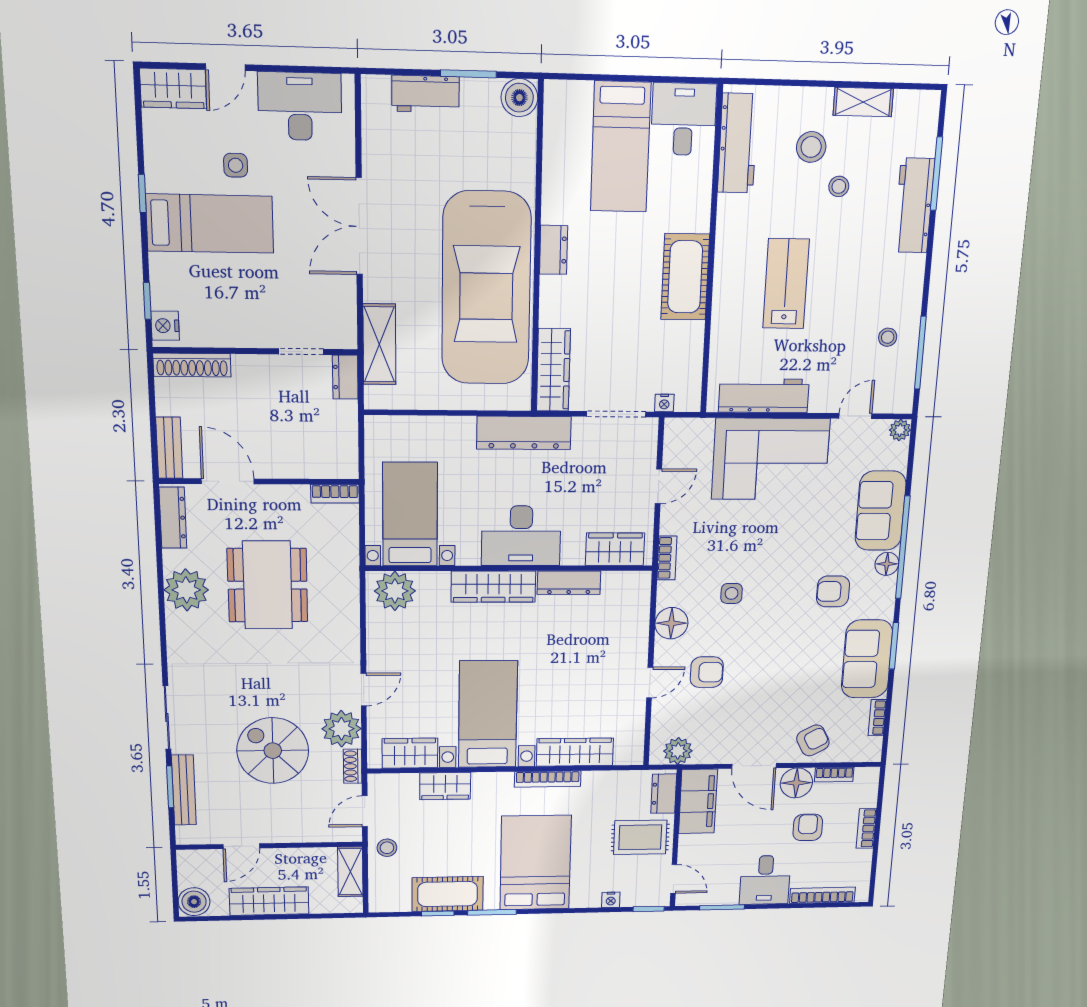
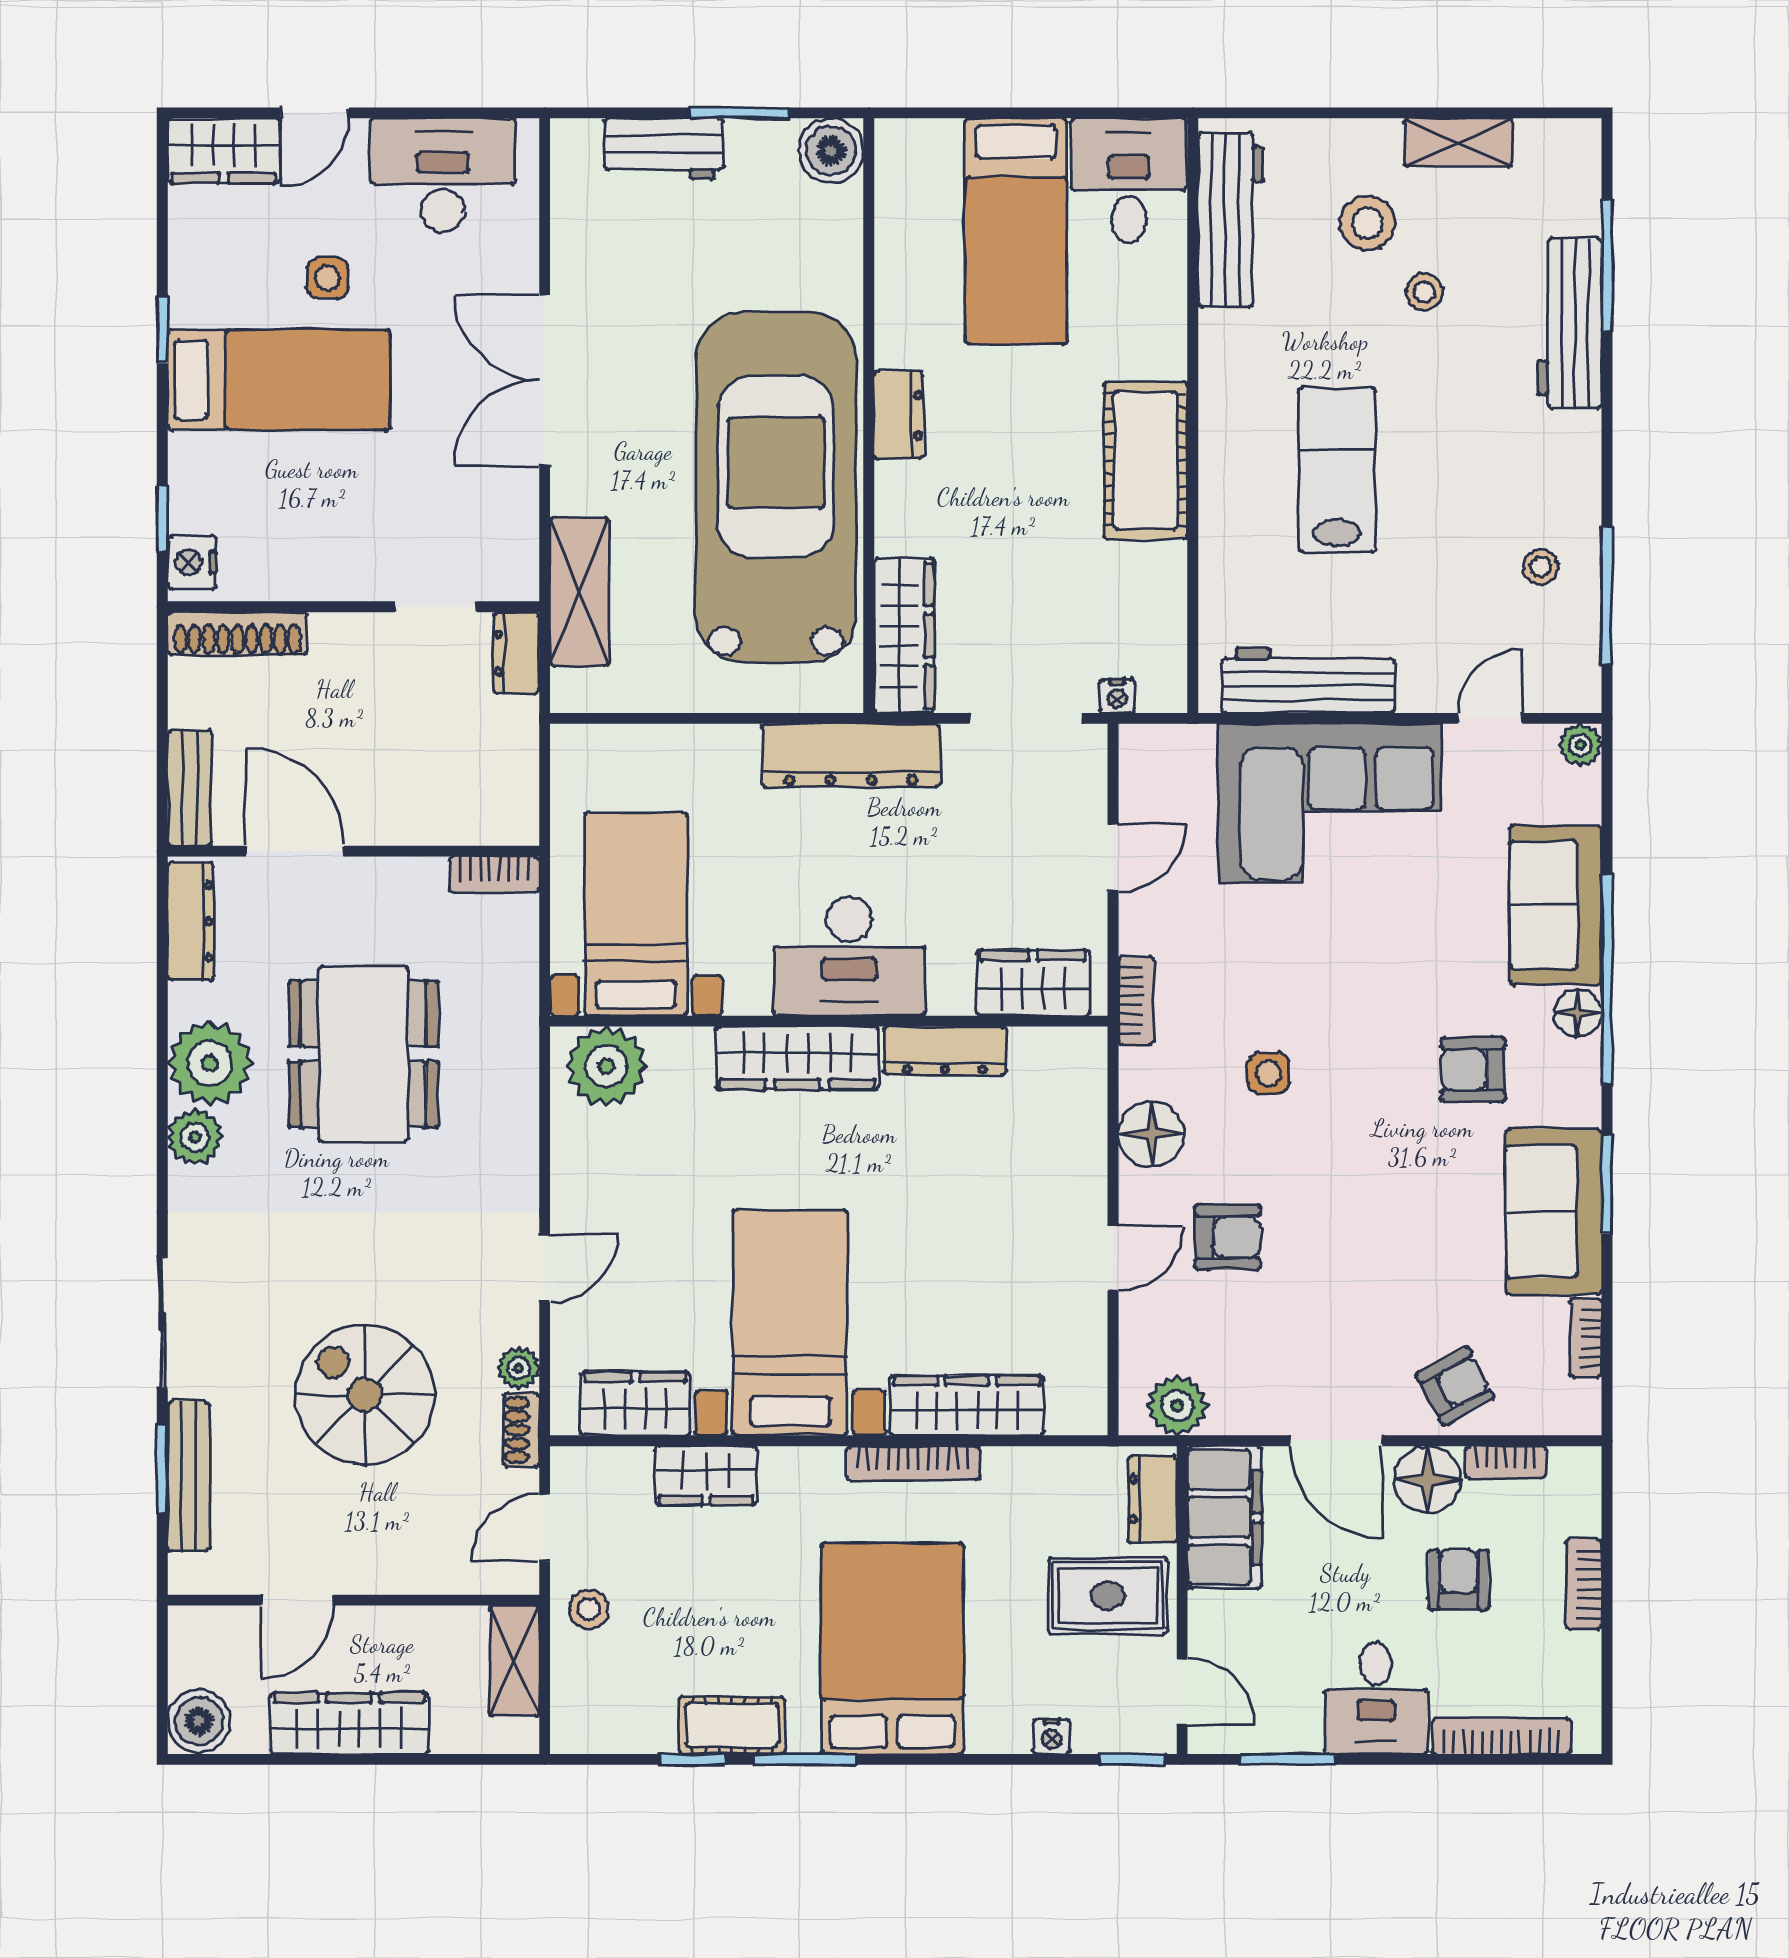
car: (486, 289) -> (776, 487), turned 180
plant: (180, 627) -> (195, 1137), added
plant: (341, 729) -> (519, 1368), width x0.53, depth x0.53
cot: (448, 894) -> (732, 1725), width x0.73, depth x0.75

